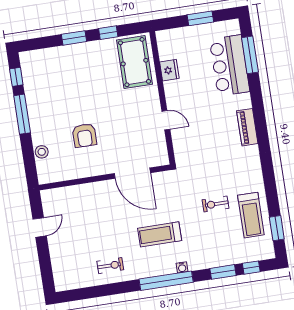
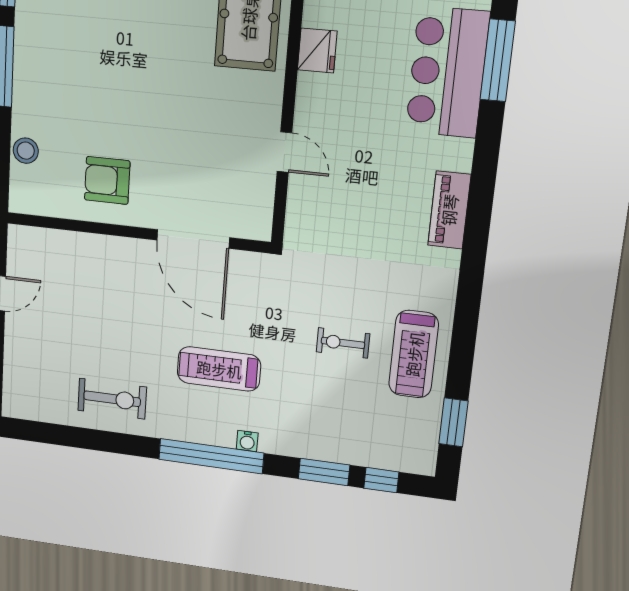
armchair: (84, 135) -> (107, 180), moved, turned 90
treadmill: (251, 215) -> (414, 354), moved
exercise bike: (110, 266) -> (112, 399), width x1.38, depth x1.39

